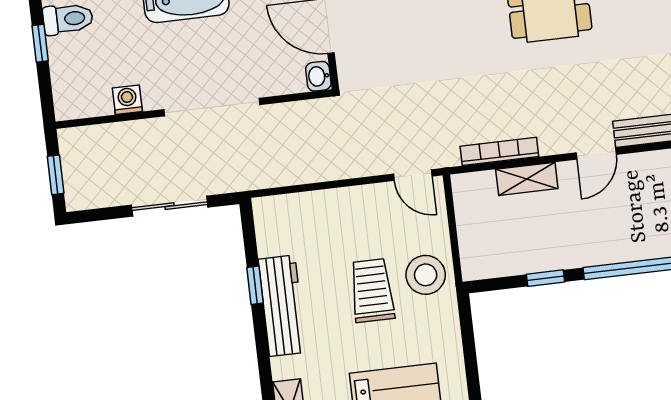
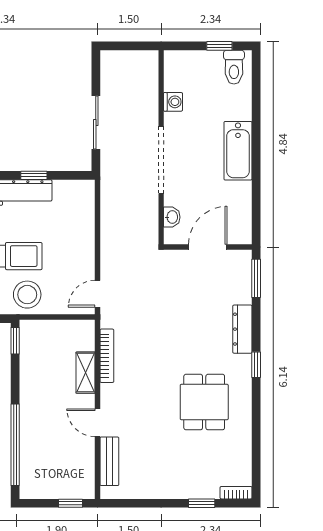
washbasin: (318, 76) -> (172, 217), moved, turned 90
window: (56, 175) -> (127, 46), removed
window: (545, 278) -> (15, 341), moved

